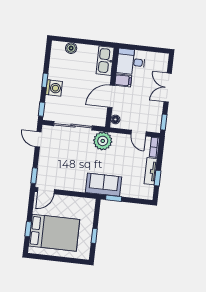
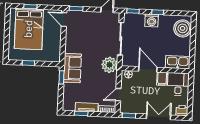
boiler: (71, 48) -> (183, 28), width x1.86, depth x1.86
printer: (162, 60) -> (182, 111), added

